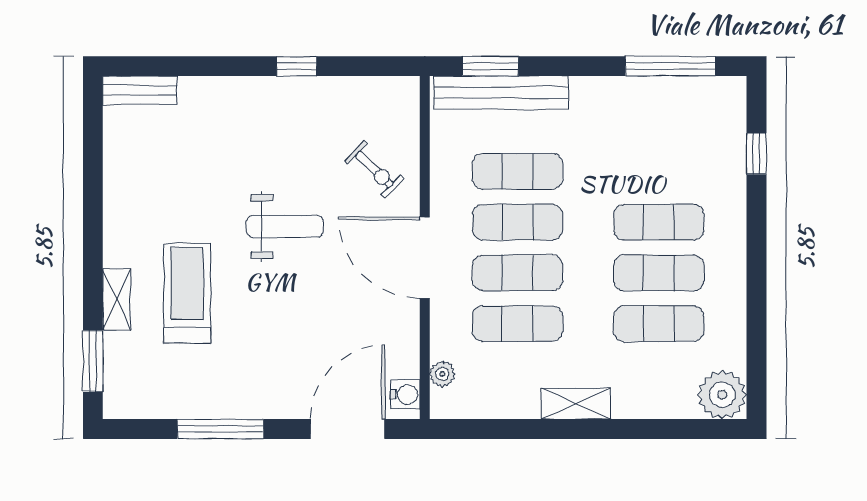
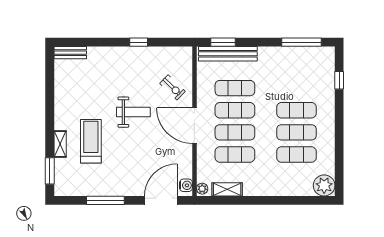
plant: (442, 374) -> (202, 189), moved
shelving: (576, 404) -> (227, 189), moved

